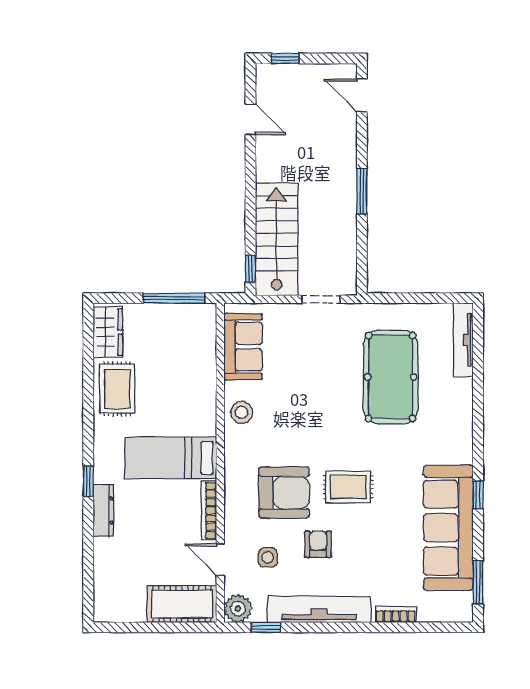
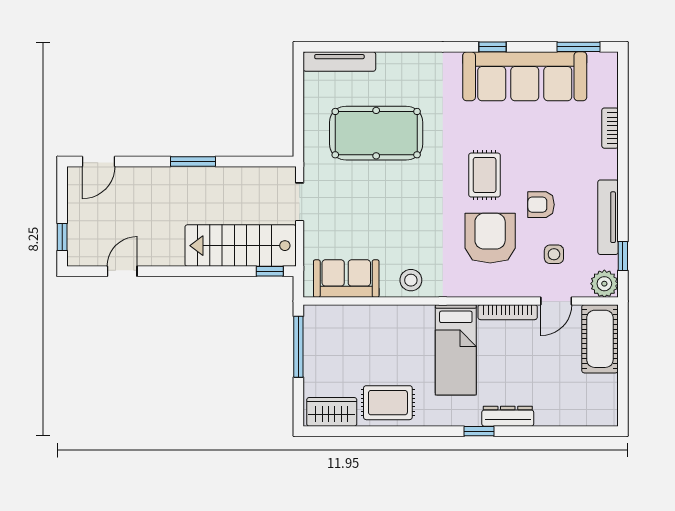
tv unit: (319, 609) -> (608, 217), width x0.73, depth x0.78

